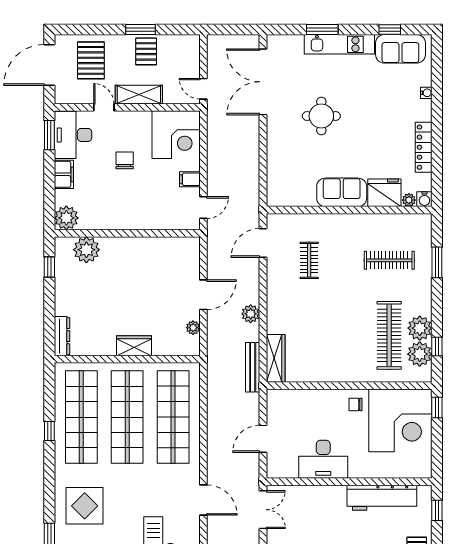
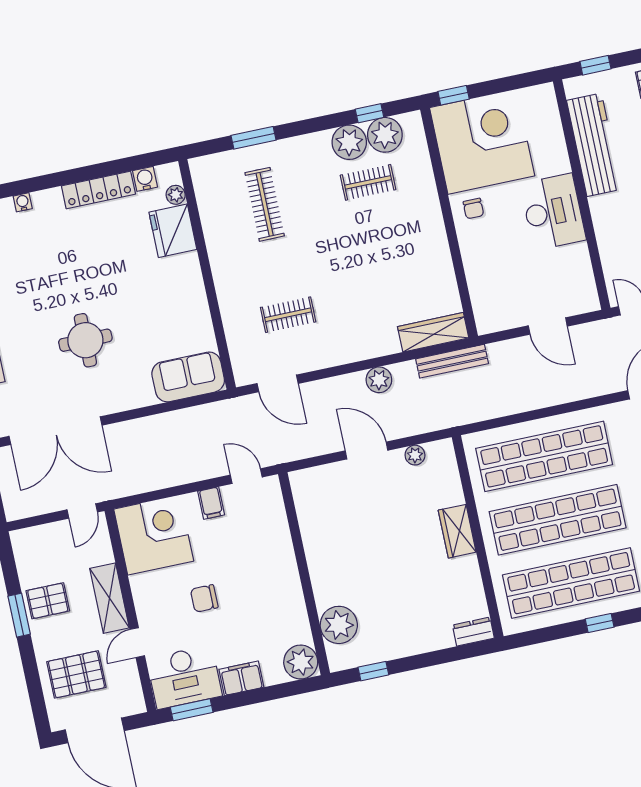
sofa: (342, 192) -> (188, 377), moved, turned 90
water cooler: (424, 199) -> (145, 179), moved, turned -90
clothes rail: (389, 335) -> (368, 182), width x0.54, depth x0.76
dresser: (62, 336) -> (473, 632), width x0.70
desk: (323, 459) -> (553, 212), moved

